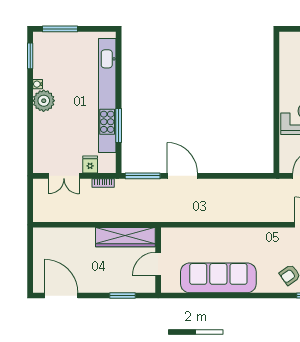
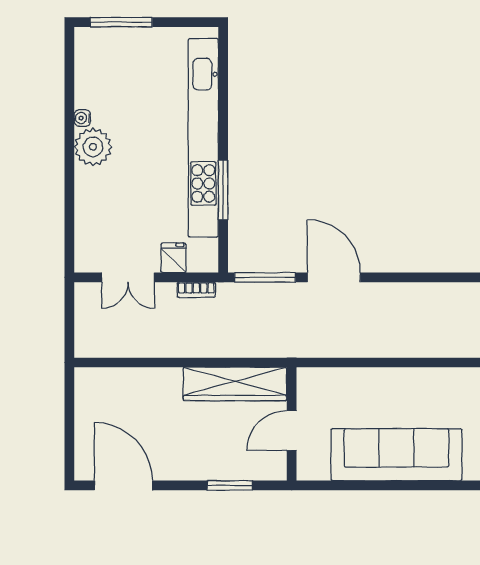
window: (30, 56) -> (69, 69), removed

